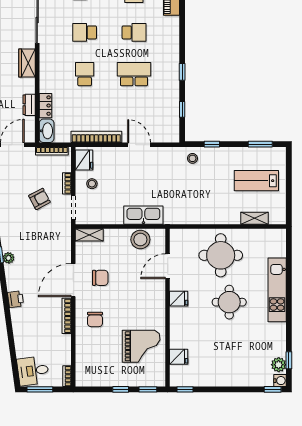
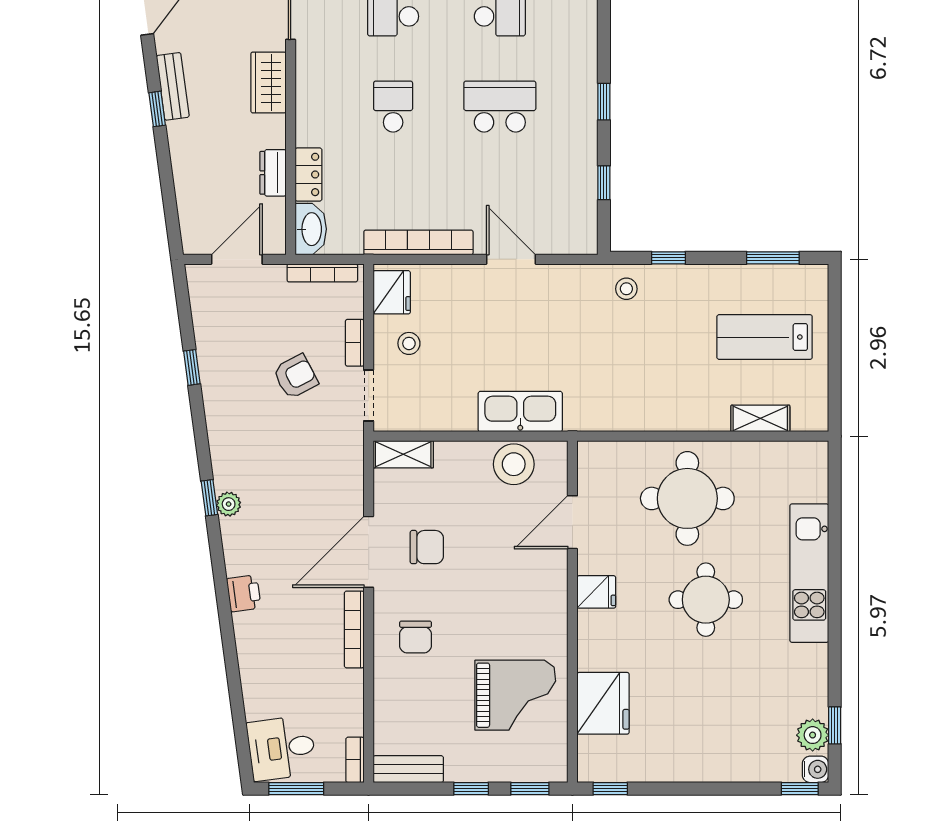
fridge: (179, 357) -> (603, 703), width x1.88, depth x1.34
bench: (92, 380) -> (408, 769), added

